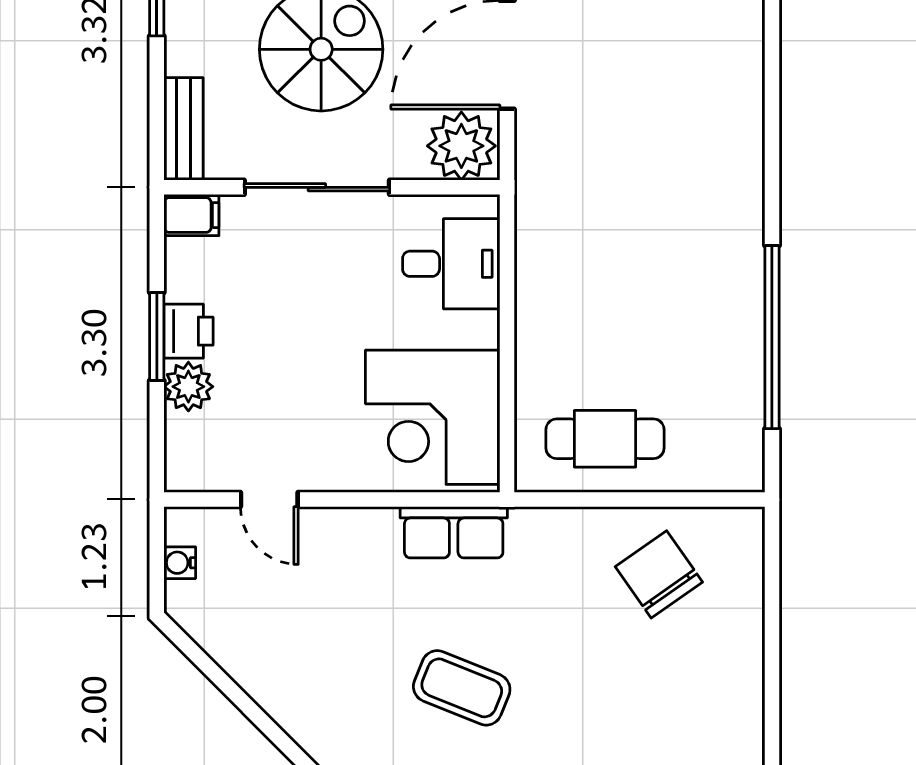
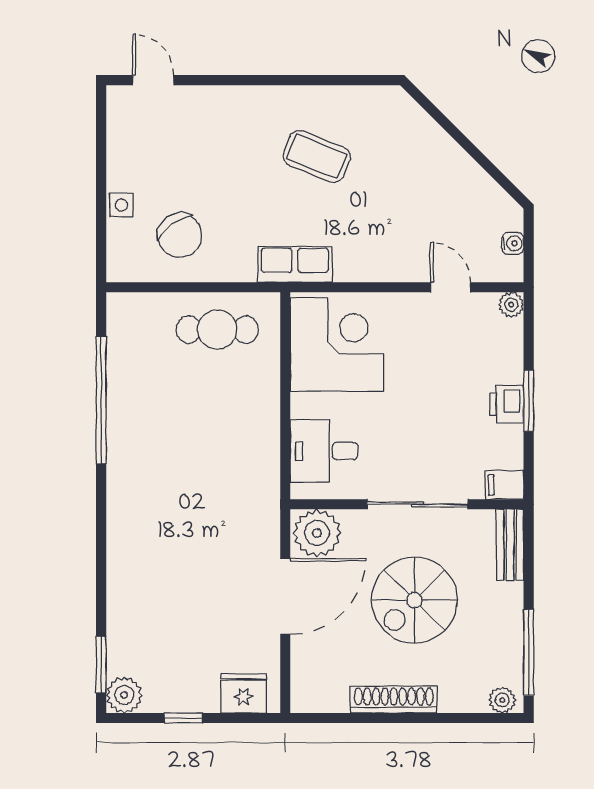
plant: (188, 387) -> (511, 305), moved, width x0.73, depth x0.73
row of seats: (454, 532) -> (295, 265), moved
side table: (743, 618) -> (121, 205), added

